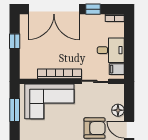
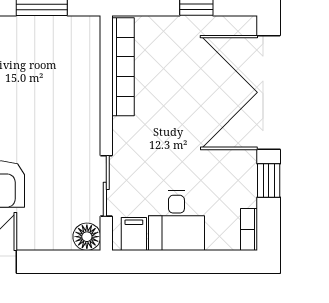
bookcase: (59, 74) -> (123, 67), moved
corner sofa: (49, 101) -> (61, 83), removed
floor lamp: (118, 110) -> (87, 237), moved

